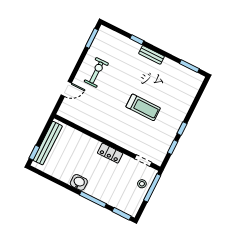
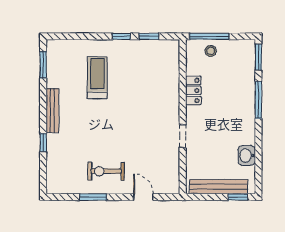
window: (92, 38) -> (93, 197), moved
bench: (151, 55) -> (52, 110), width x1.36
treadmill: (143, 107) -> (97, 78), moved
locker: (110, 153) -> (193, 91), moved
doorway: (143, 161) -> (183, 136), moved
washbasin: (79, 182) -> (247, 155), moved

